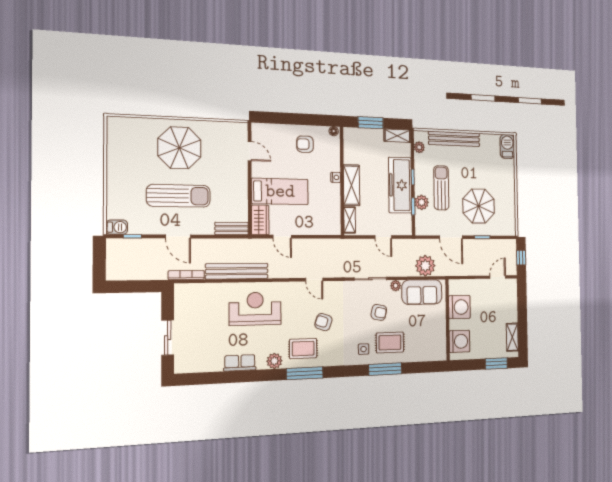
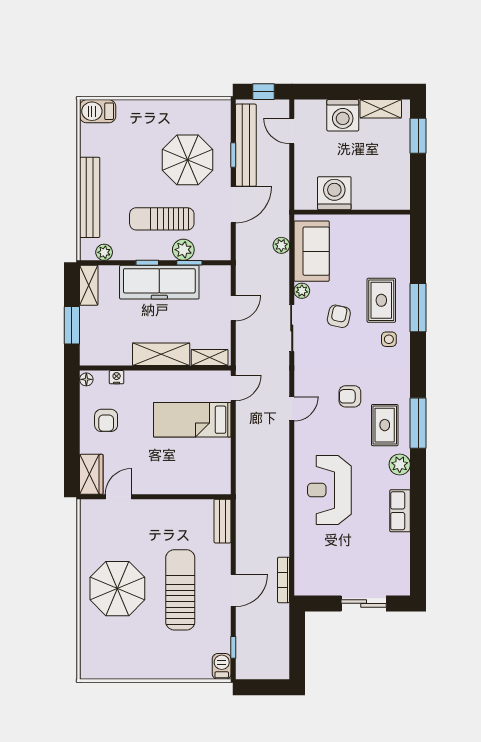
nightstand: (336, 177) -> (117, 377), moved
bed: (280, 191) -> (192, 420), moved, turned -90
wardrobe: (260, 220) -> (91, 474), moved, turned 90
door: (282, 237) -> (233, 388), moved
plant: (425, 266) -> (281, 245), width x0.53, depth x0.53
bench: (237, 271) -> (246, 145), moved
armchair: (323, 322) -> (350, 396), turned 71
washing machine: (459, 341) -> (343, 115), moved, turned 180

